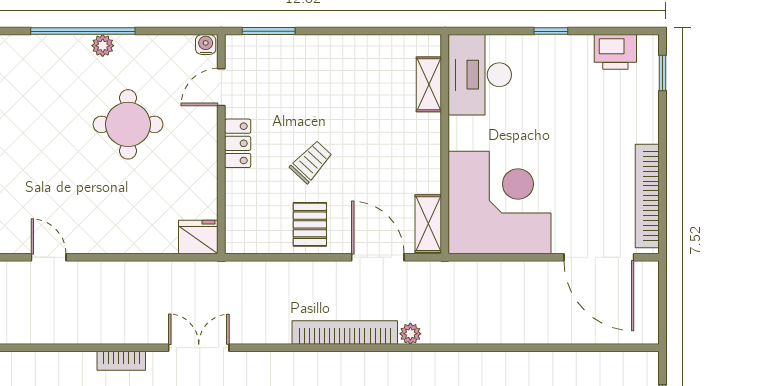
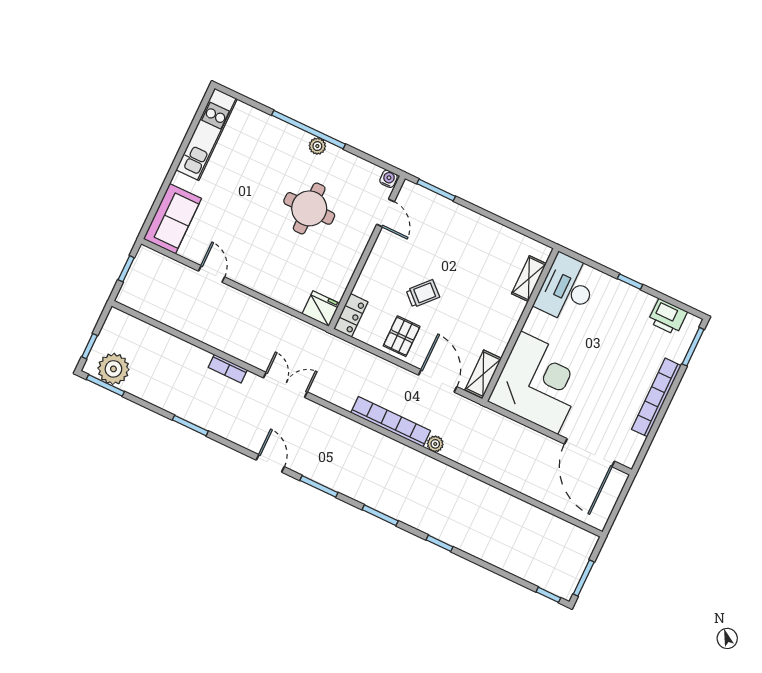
window: (662, 73) -> (693, 347), width x1.50
door: (221, 87) -> (385, 213), swing flipped
locker: (238, 143) -> (351, 315), moved
bookcase: (647, 196) -> (656, 397), moved

